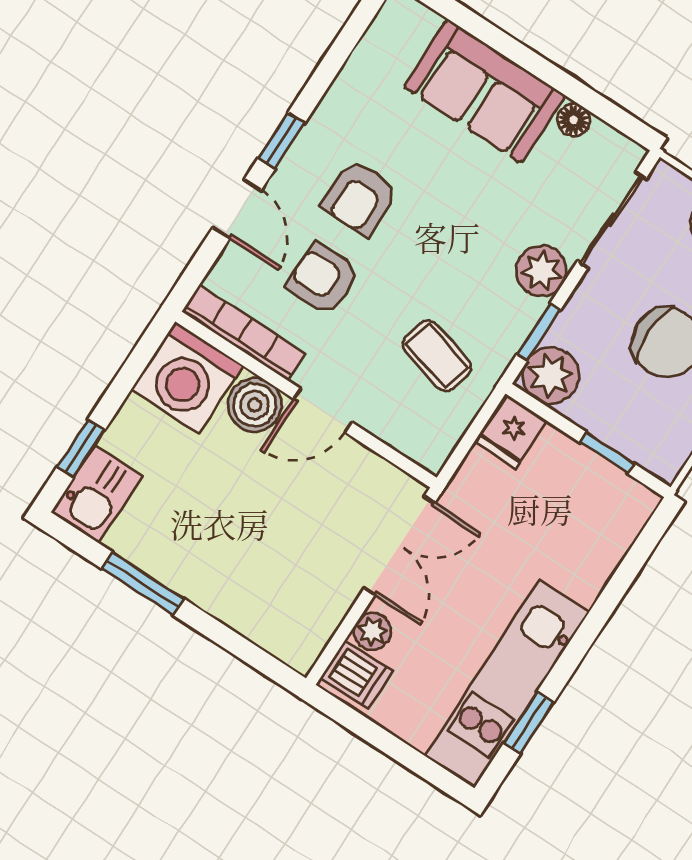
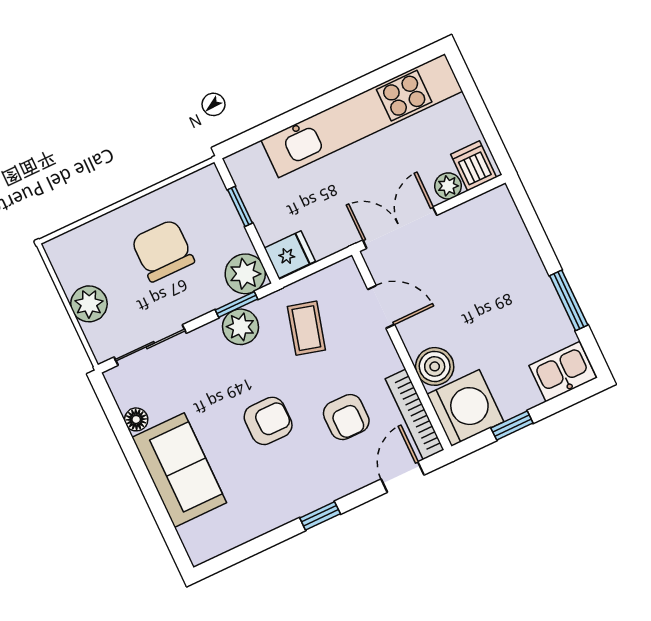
armchair: (360, 198) -> (268, 421), moved
door: (237, 209) -> (403, 477), moved
plant: (542, 271) -> (241, 327), moved
door: (323, 411) -> (381, 307), moved
window: (81, 448) -> (512, 426), moved
kitchen unit: (507, 684) -> (362, 116), width x1.36
window: (529, 723) -> (388, 73), removed

